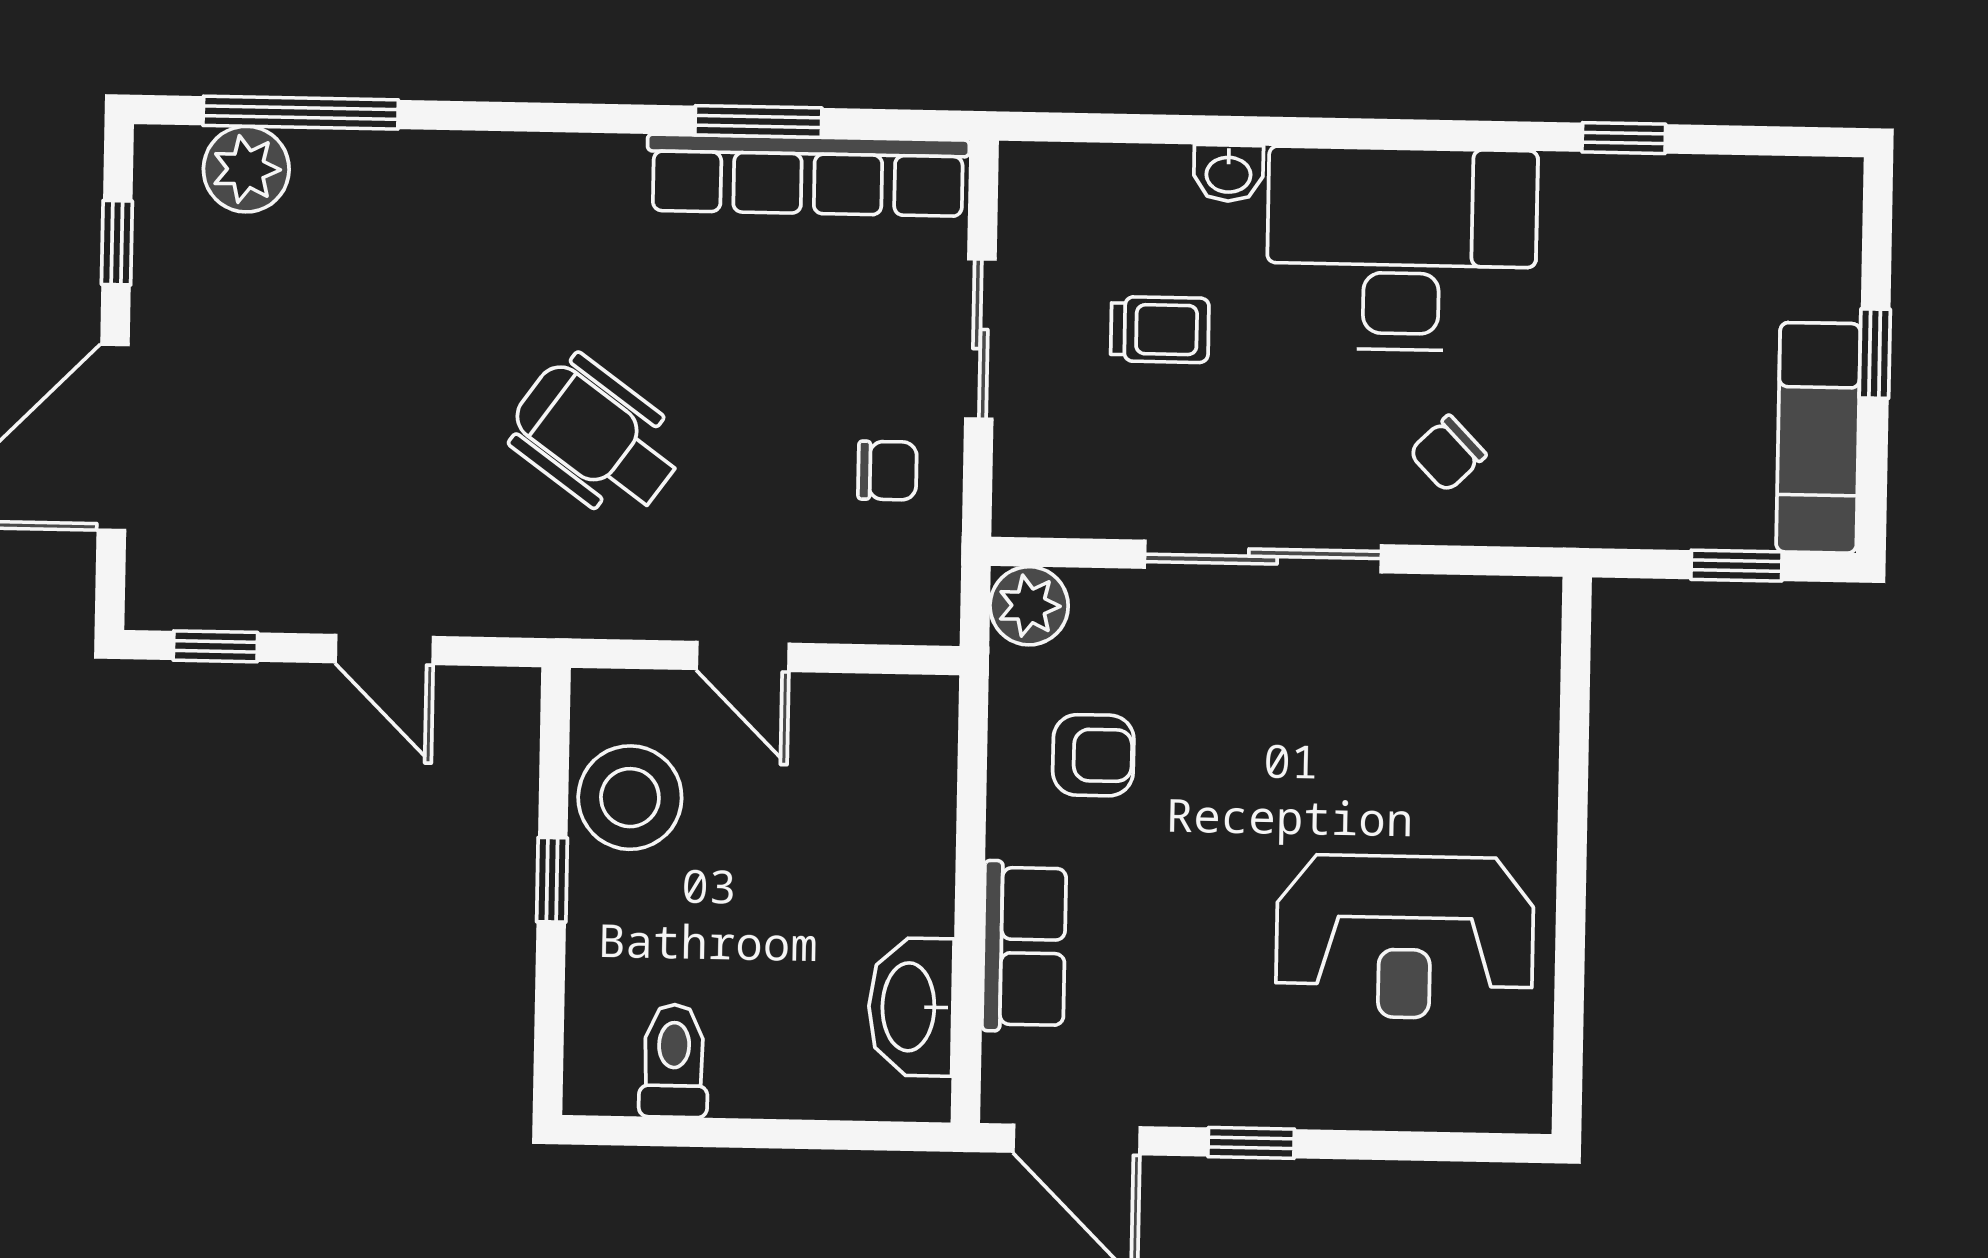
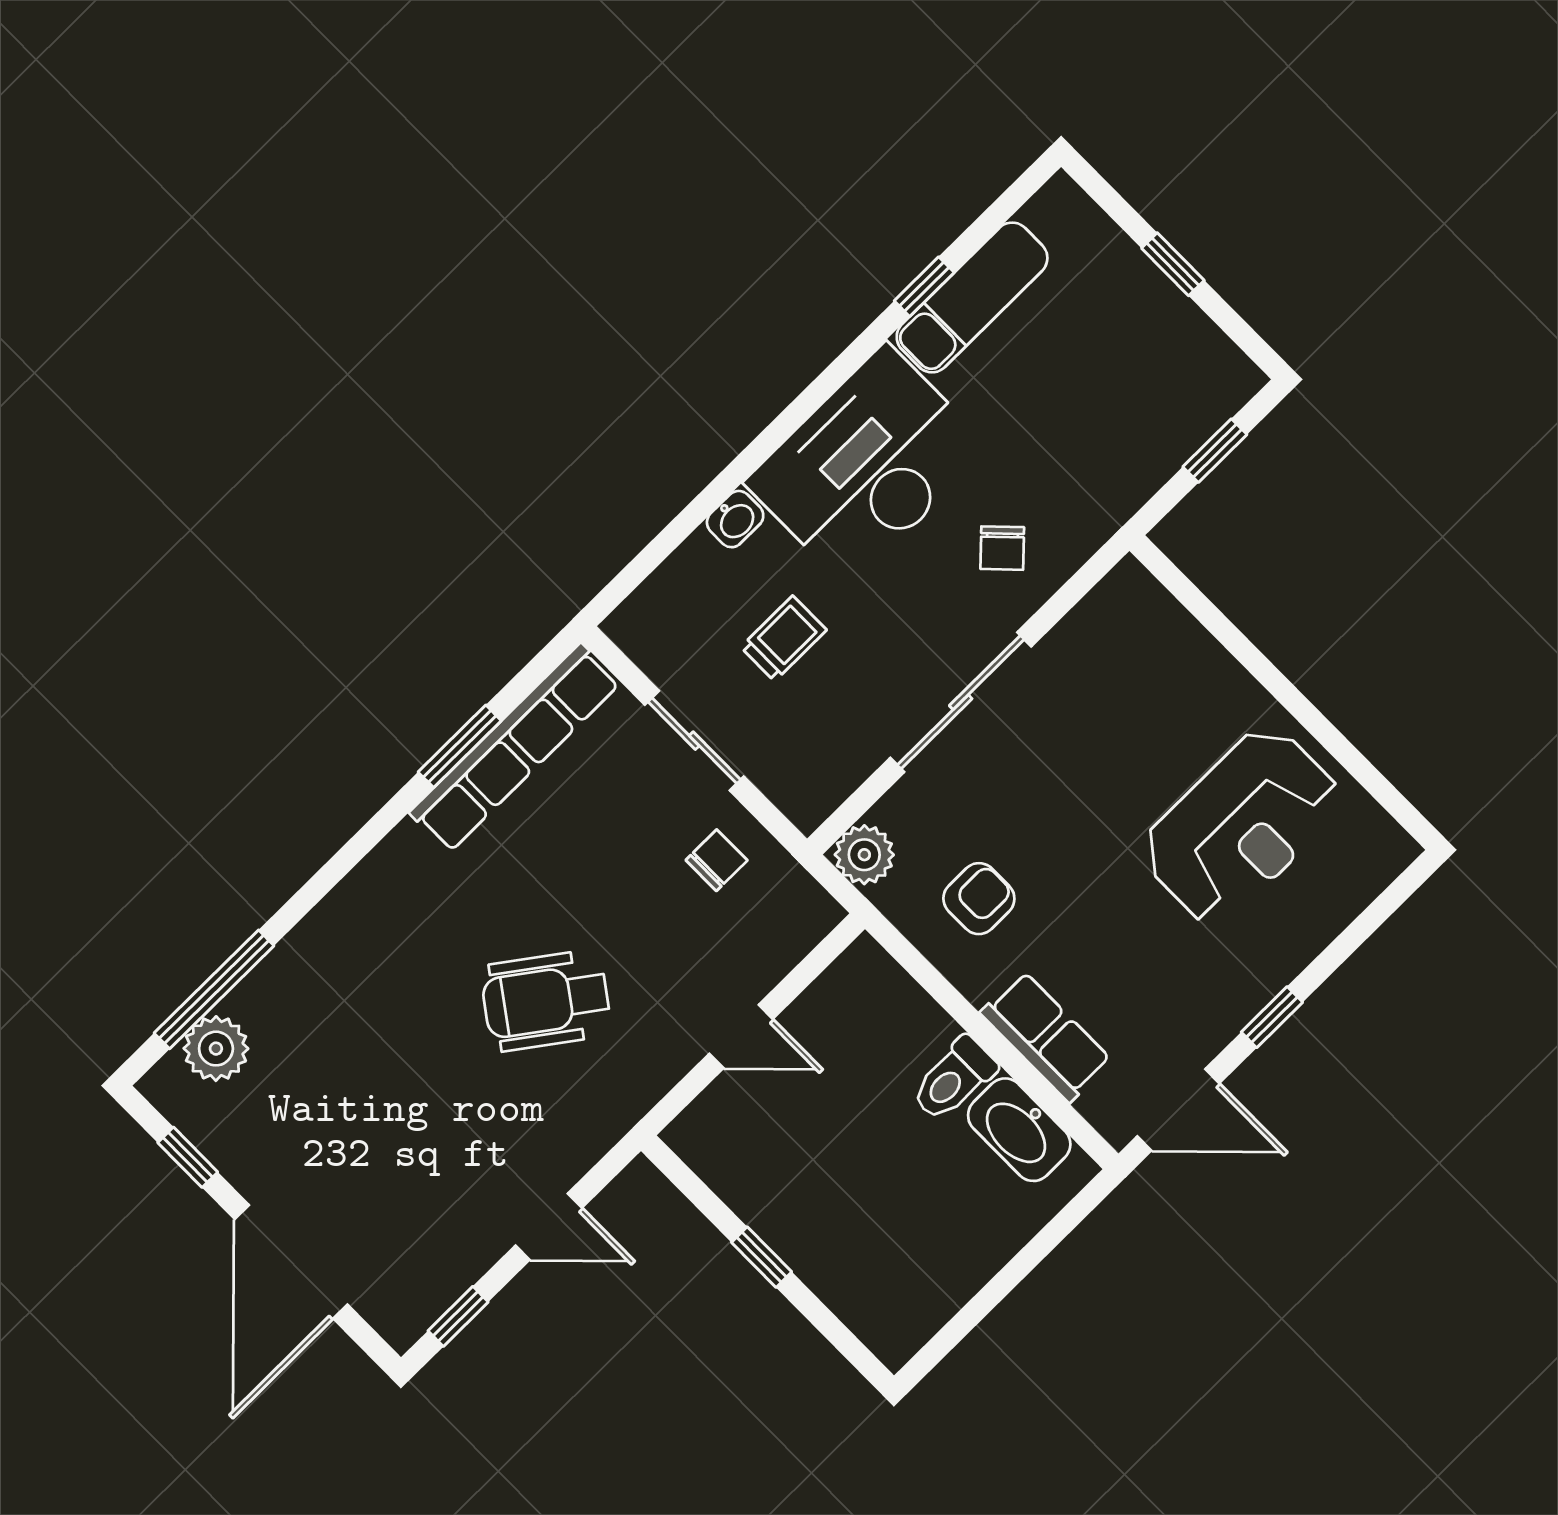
exam couch: (1818, 438) -> (972, 297), moved, turned -90
stool: (630, 798) -> (758, 1172), removed
toilet: (674, 1061) -> (954, 1079), moved, turned -90

